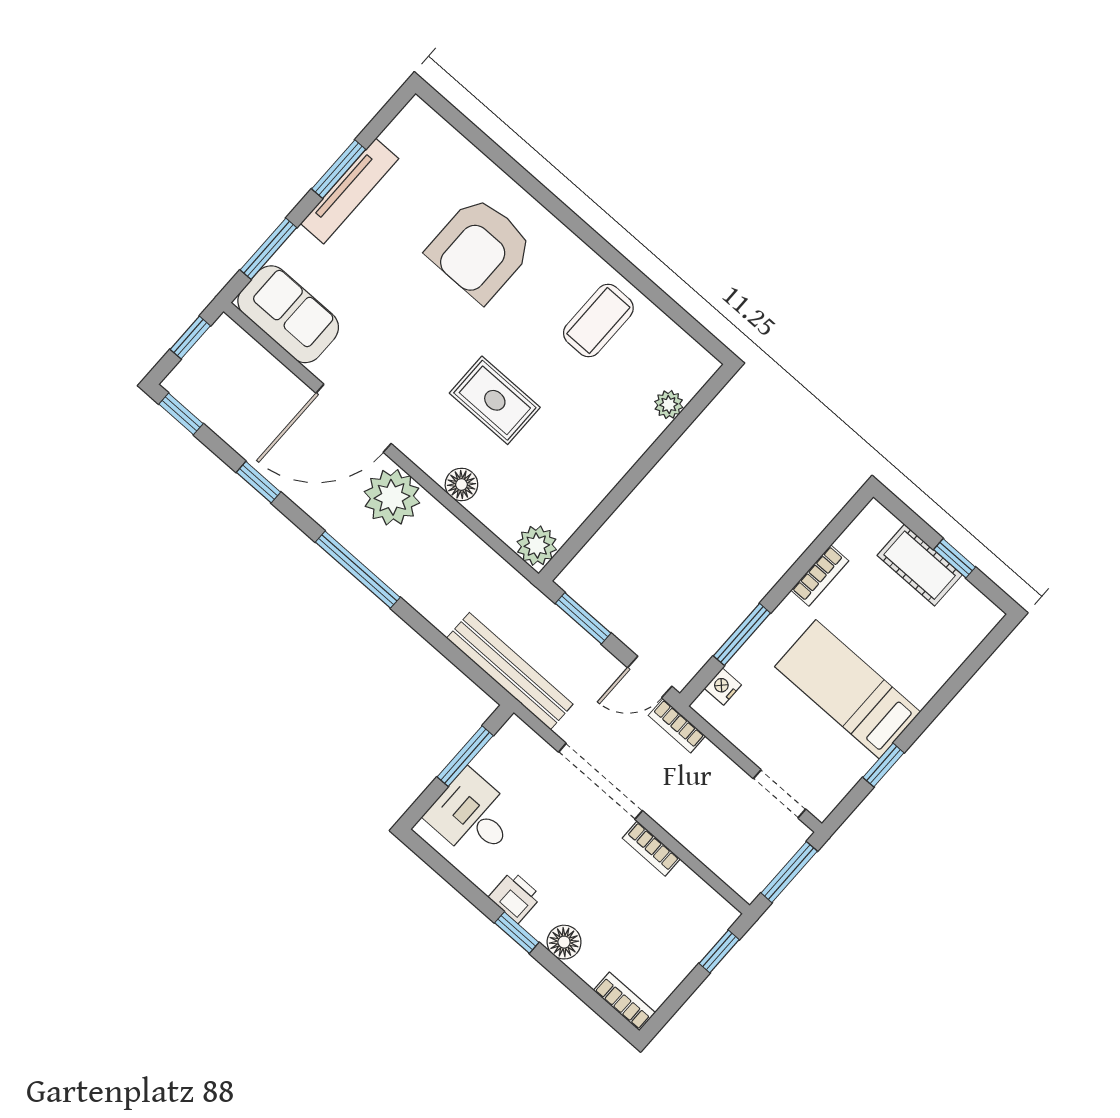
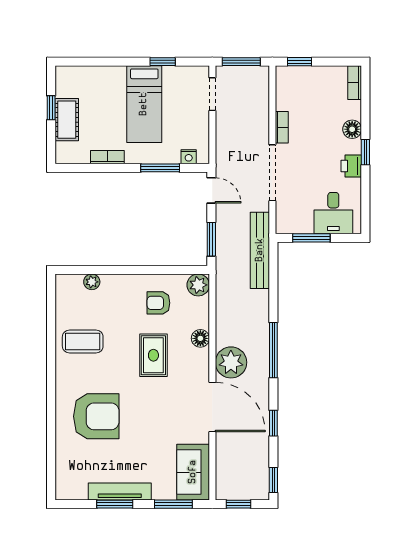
armchair: (560, 470) -> (158, 303), added
bookcase: (677, 726) -> (222, 161), removed

